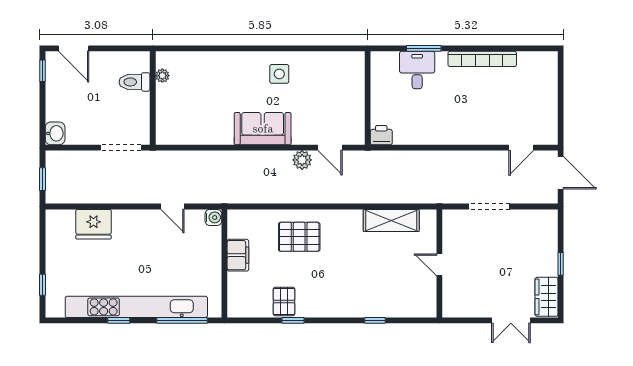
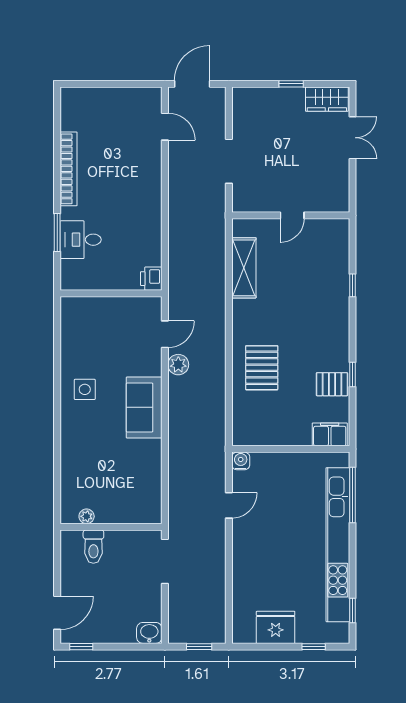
fridge: (93, 224) -> (276, 627), moved, turned -90
filing cabinet: (238, 255) -> (330, 434), moved
window: (119, 320) -> (352, 611), moved

